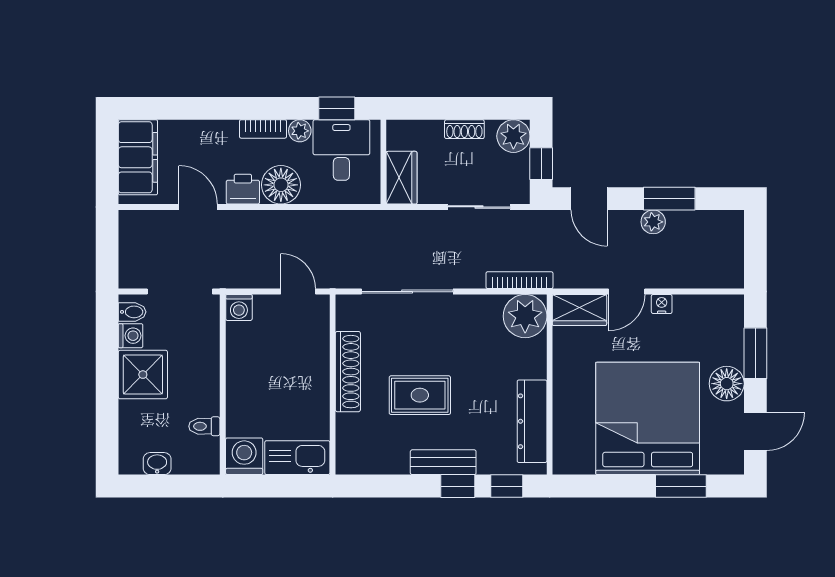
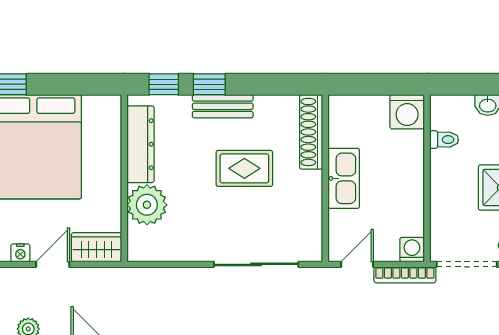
bookcase: (519, 280) -> (405, 275), moved
door: (298, 292) -> (357, 264), swing flipped
plant: (525, 316) -> (147, 205), moved
shoe rack: (348, 372) -> (311, 132), moved
kitchen sink: (297, 458) -> (344, 178), moved, turned -90

